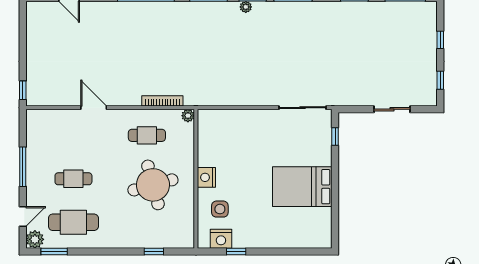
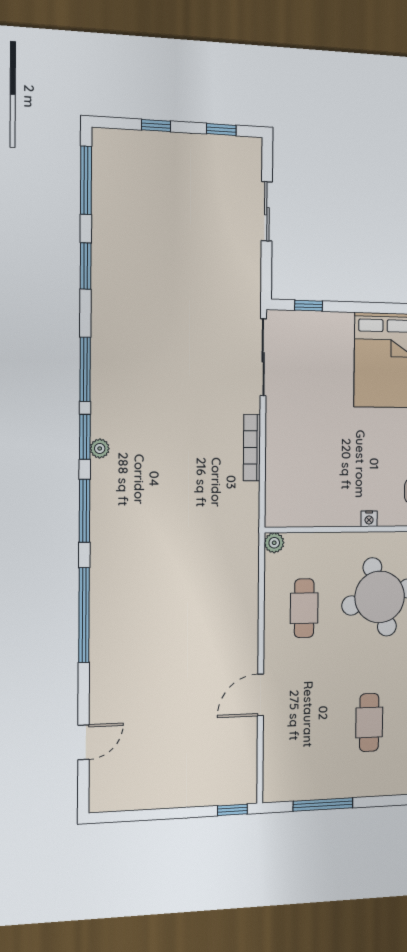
bookcase: (162, 101) -> (252, 448), moved
window: (23, 167) -> (323, 805), moved
nightstand: (206, 177) -> (369, 519), width x0.53, depth x0.56

